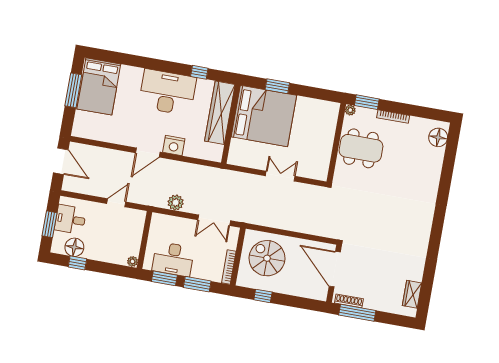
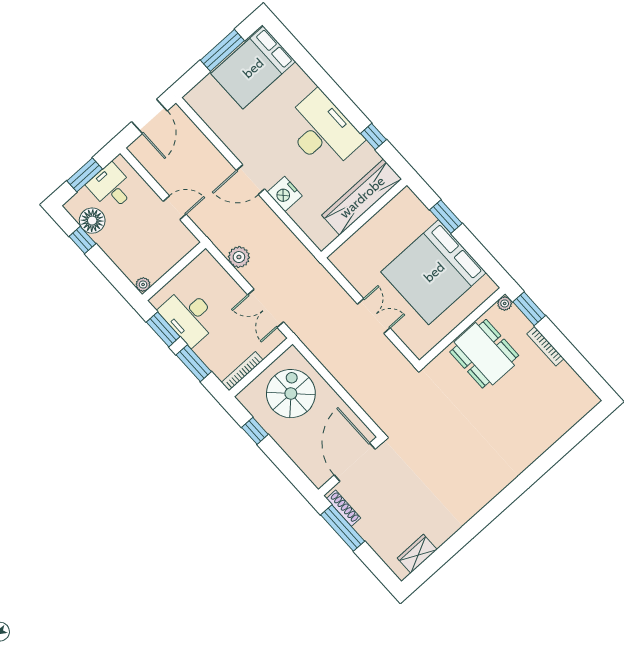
bed: (264, 116) -> (434, 272), moved, turned 90
floor lamp: (438, 137) -> (577, 406), removed

